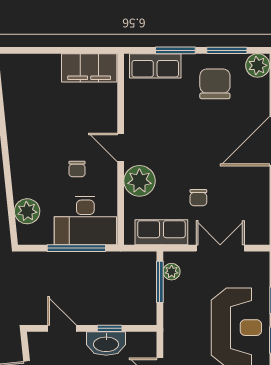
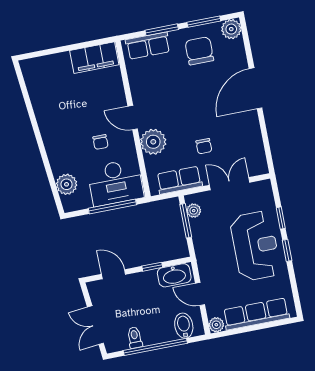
washbasin: (106, 344) -> (174, 275), moved

